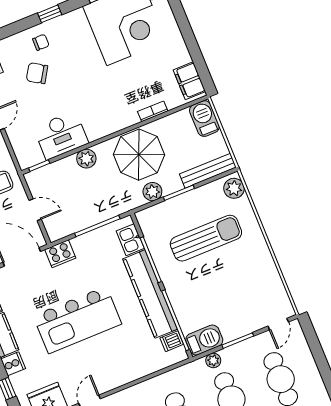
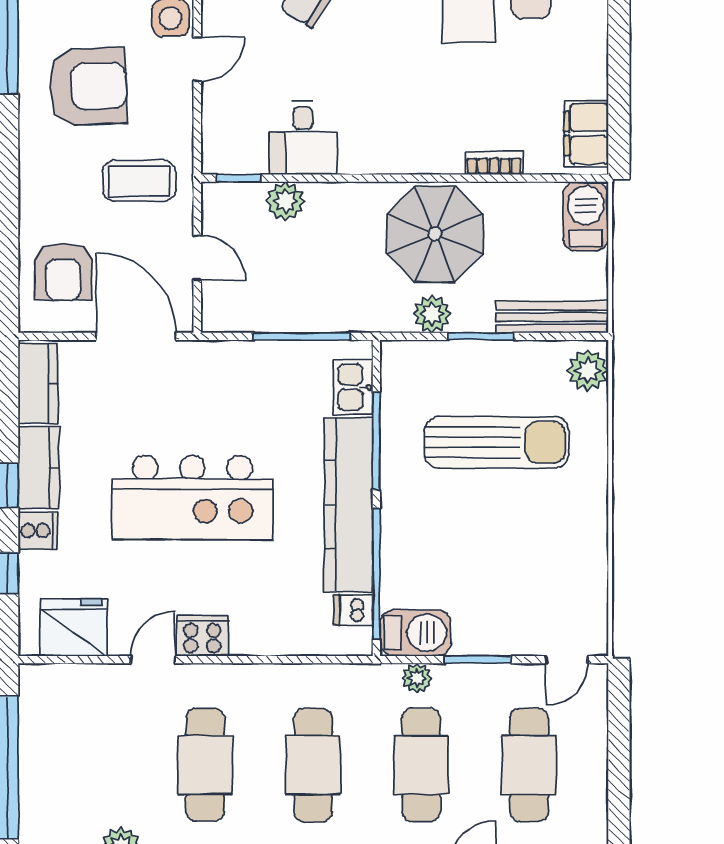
desk: (61, 135) -> (303, 138), width x0.73
plant: (86, 159) -> (285, 201), moved
cooker: (60, 254) -> (202, 636), moved, turned 180

